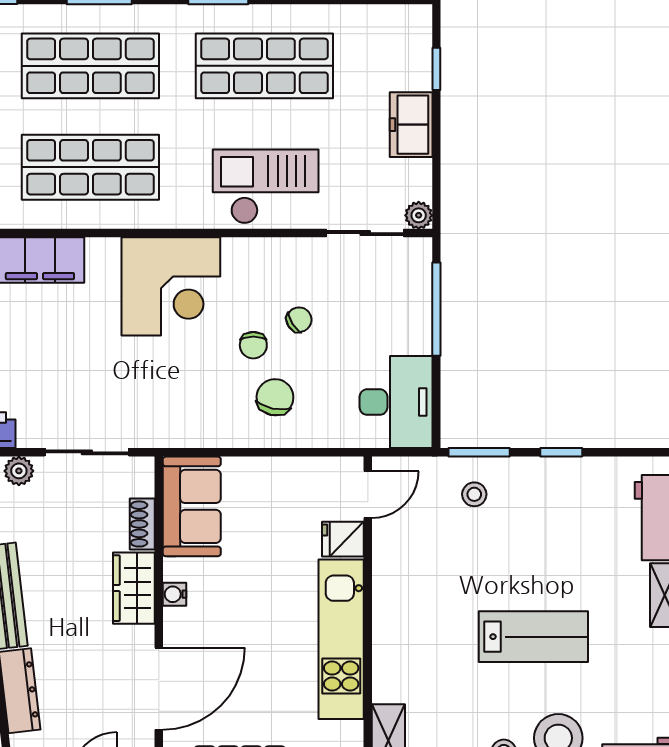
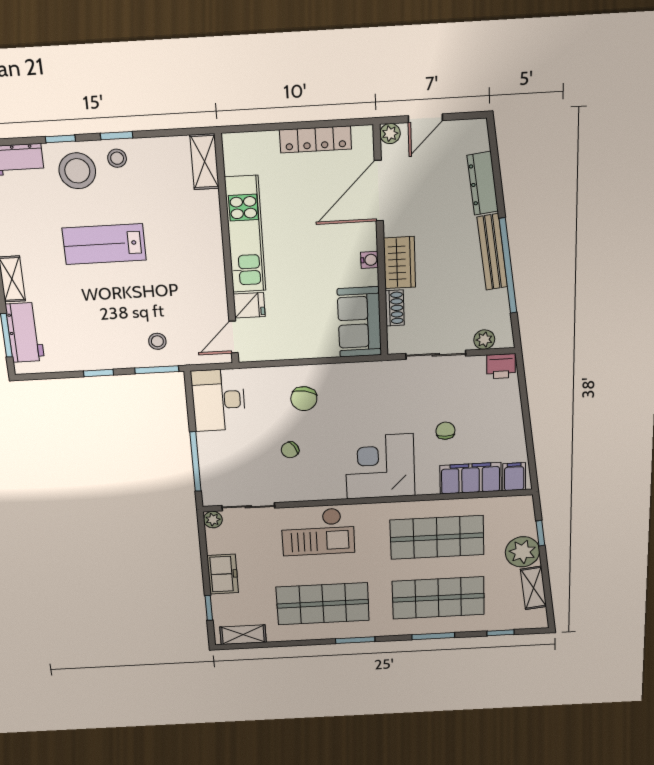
shelving: (388, 19) -> (243, 635), added
chair: (253, 345) -> (445, 431), moved

